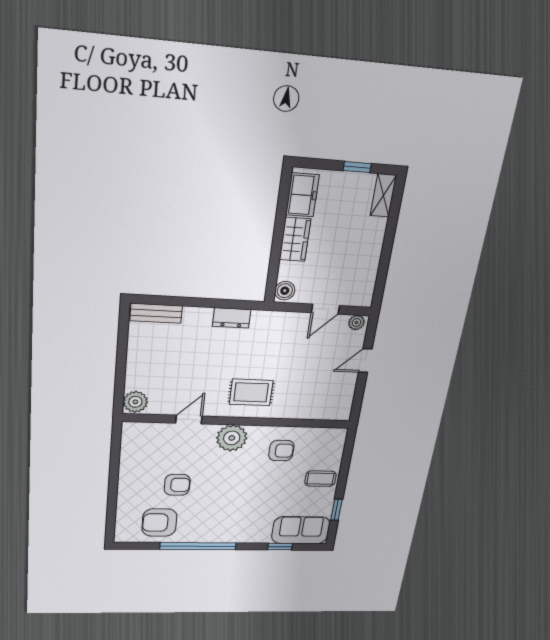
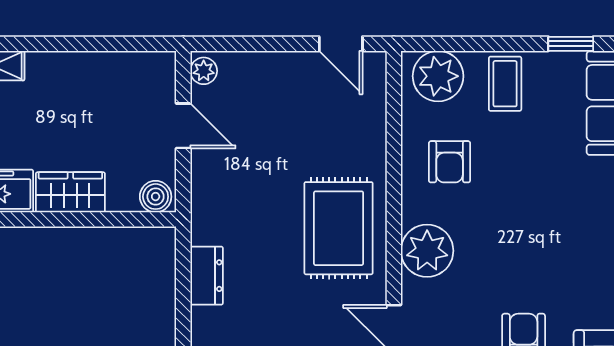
door: (365, 361) -> (341, 44), moved
rug: (251, 392) -> (339, 228), width x1.36, depth x1.43
plant: (331, 446) -> (438, 76), added
armchair: (281, 451) -> (450, 162), turned 180

